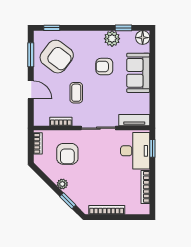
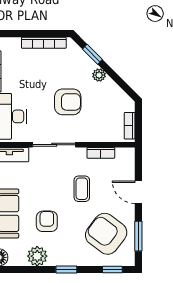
window: (123, 28) -> (66, 270), moved
armchair: (104, 67) -> (47, 221), turned -90
armchair: (67, 154) -> (68, 102), moved, turned 90

